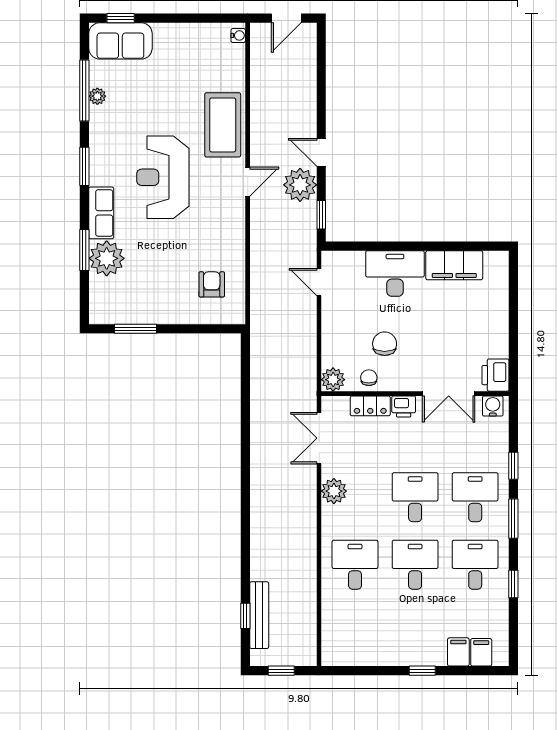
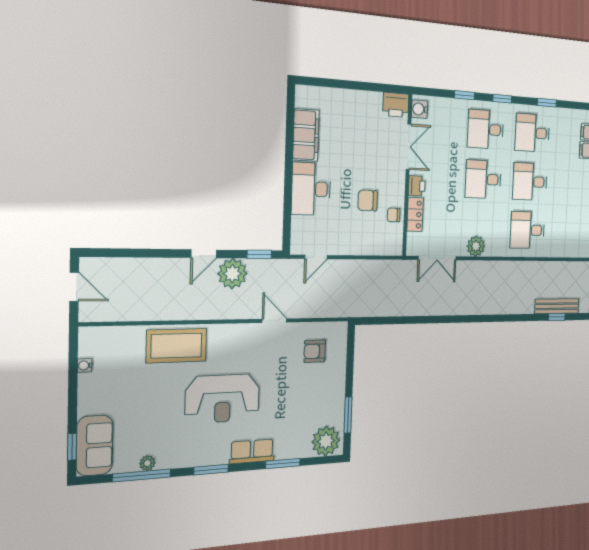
water cooler: (238, 35) -> (85, 365), moved, turned -90
door: (248, 182) -> (274, 321), moved
plant: (107, 258) -> (326, 441), moved
plant: (333, 380) -> (394, 246), removed
window: (513, 519) -> (502, 99), width x0.67

